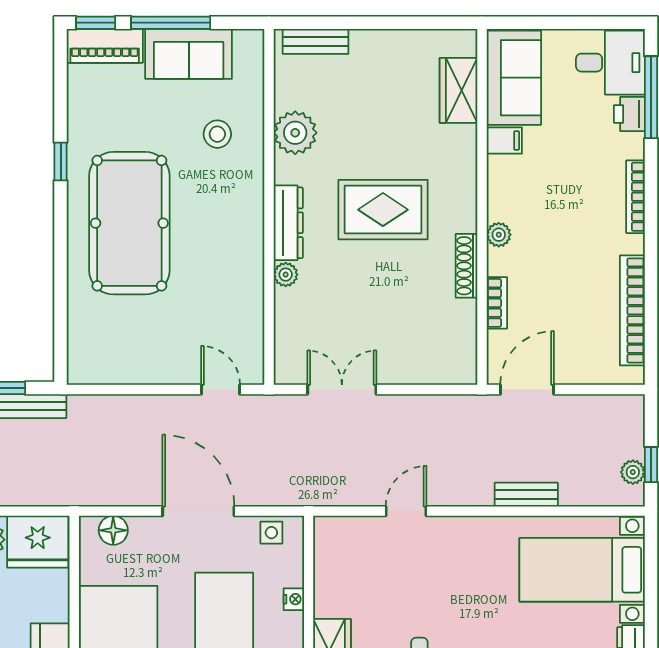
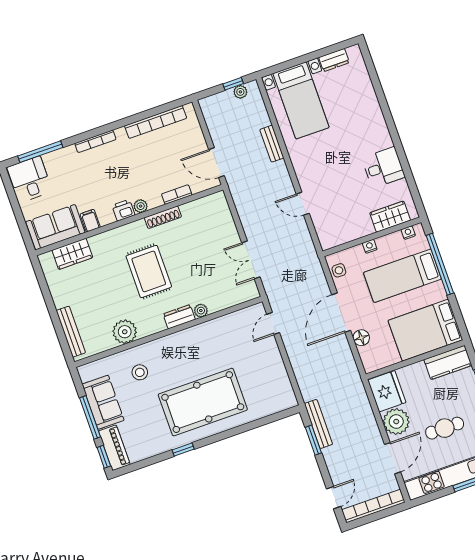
bench: (316, 41) -> (71, 332), width x1.36
printer: (629, 114) -> (123, 210), moved, turned 180
dresser: (288, 223) -> (179, 317), width x0.70
floor lamp: (113, 530) -> (361, 338), moved

